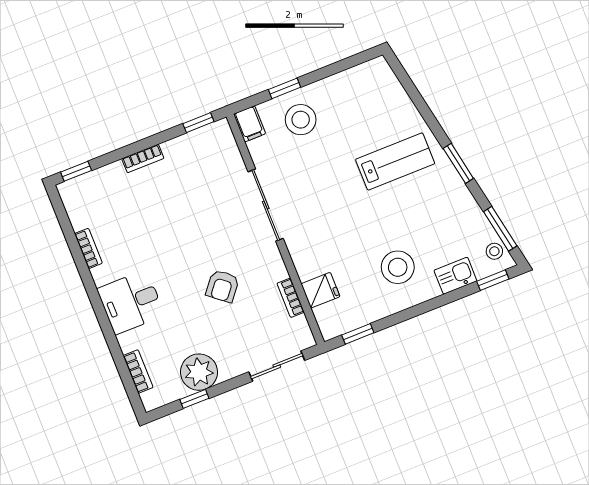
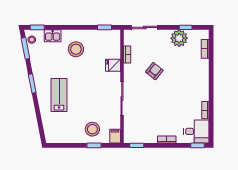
lab bench: (395, 162) -> (59, 95), turned 90
fridge: (321, 290) -> (113, 65), moved
desk: (131, 302) -> (196, 131), moved

